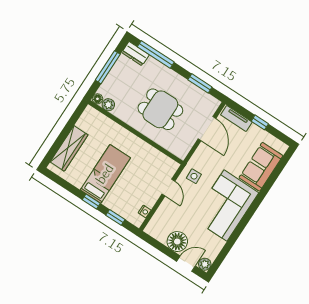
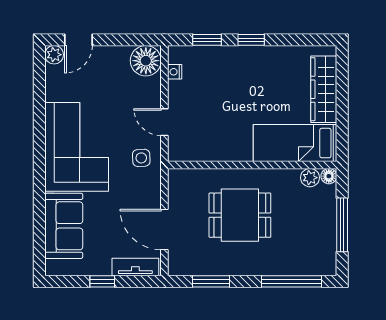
dresser: (135, 54) -> (318, 265), removed
bed: (105, 174) -> (295, 143), moved, turned 90
floor lamp: (177, 242) -> (146, 61), moved

